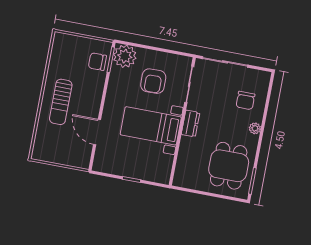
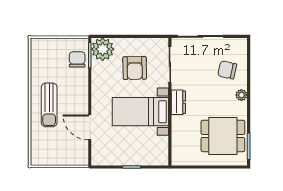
chair: (97, 62) -> (77, 59), turned 90
chair: (245, 100) -> (227, 70), turned 102
dining table: (229, 166) -> (223, 136), turned 90

